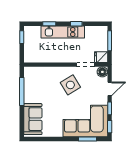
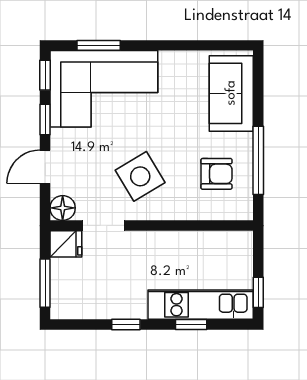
kitchen unit: (63, 32) -> (201, 305), moved
armchair: (39, 86) -> (216, 174), added

